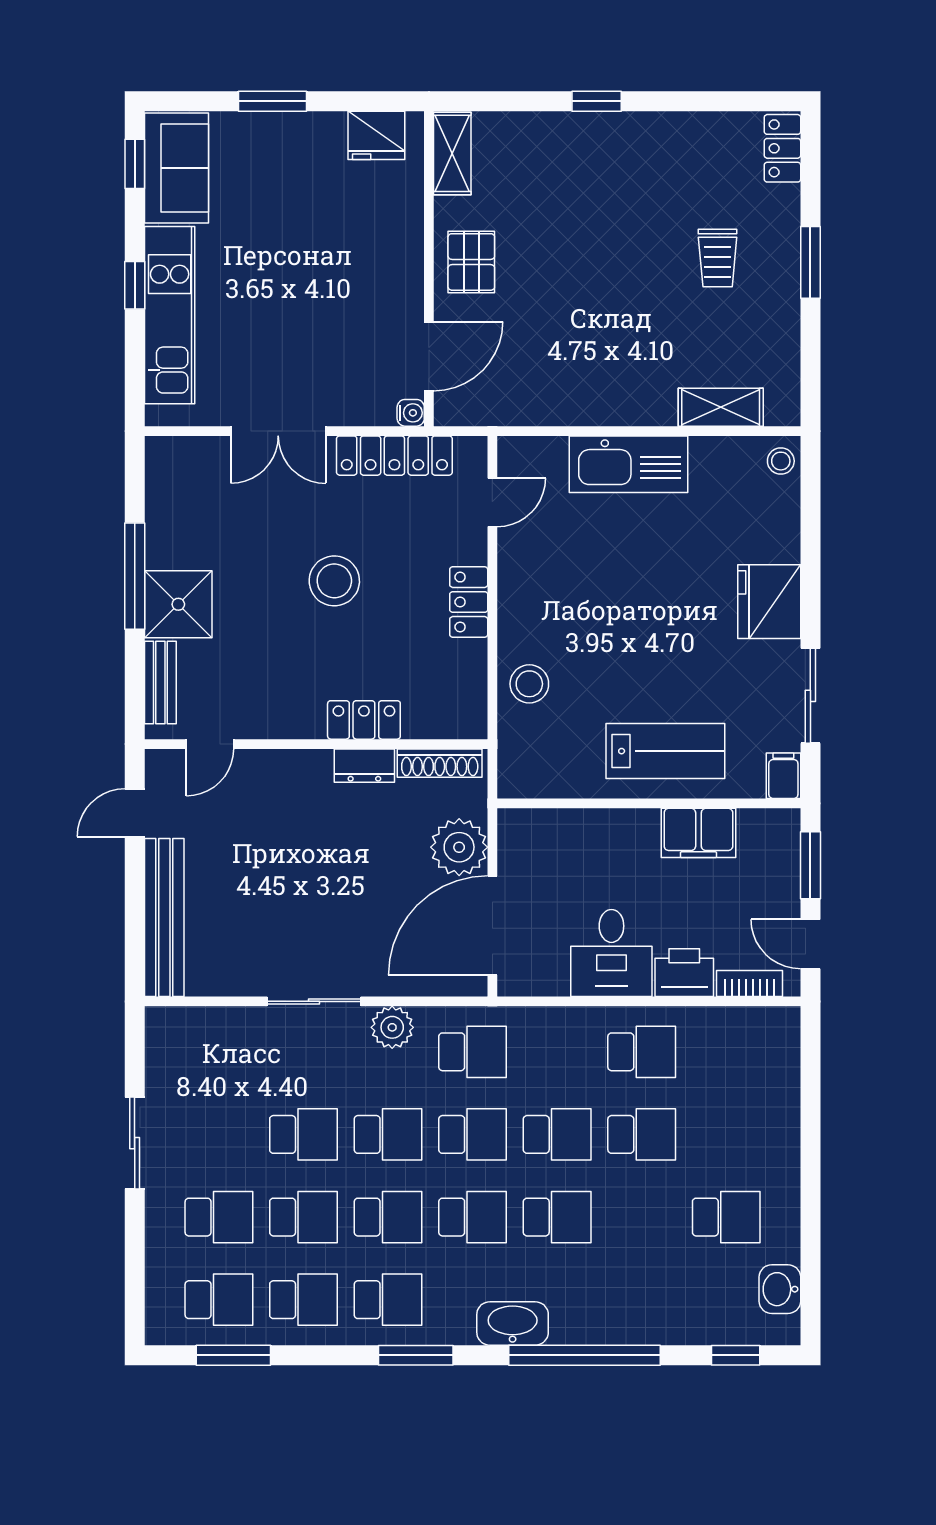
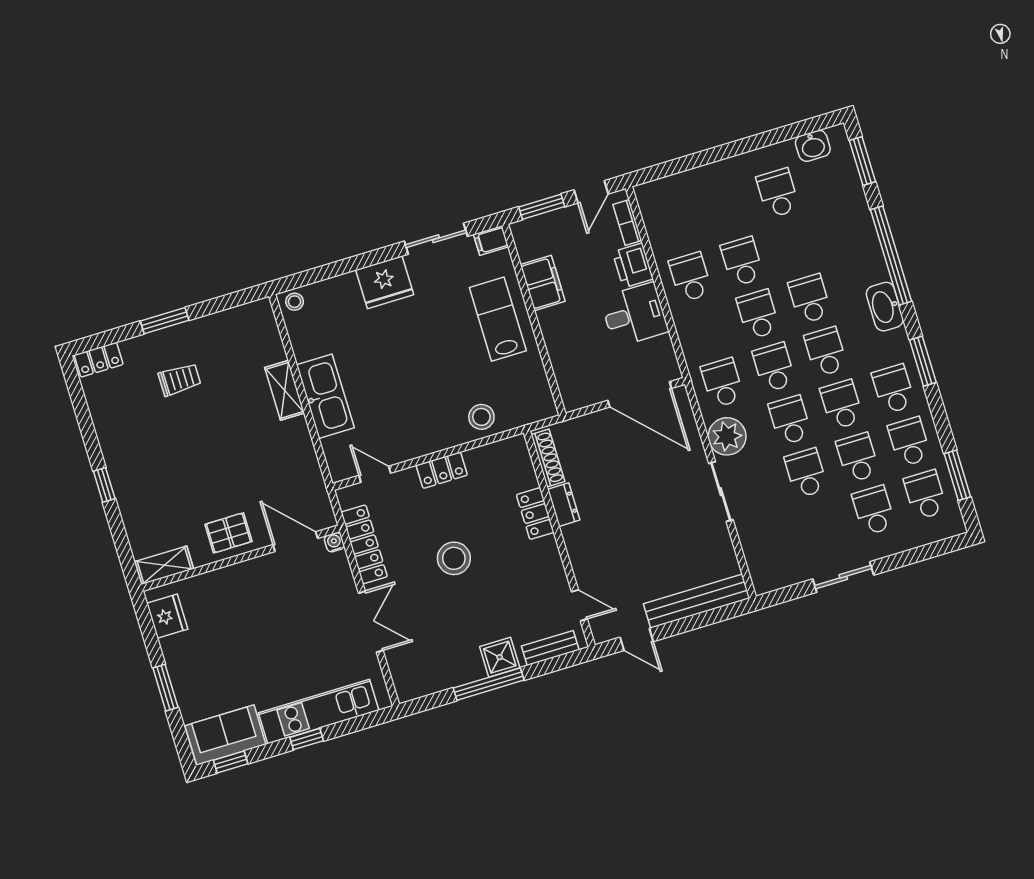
shelving: (721, 407) -> (285, 390), moved
shower: (178, 604) -> (500, 657), width x0.73, depth x0.73
plant: (459, 847) -> (597, 430), removed
plant: (392, 1027) -> (727, 436), width x1.36, depth x1.36
window: (736, 1355) -> (862, 161), width x1.50

